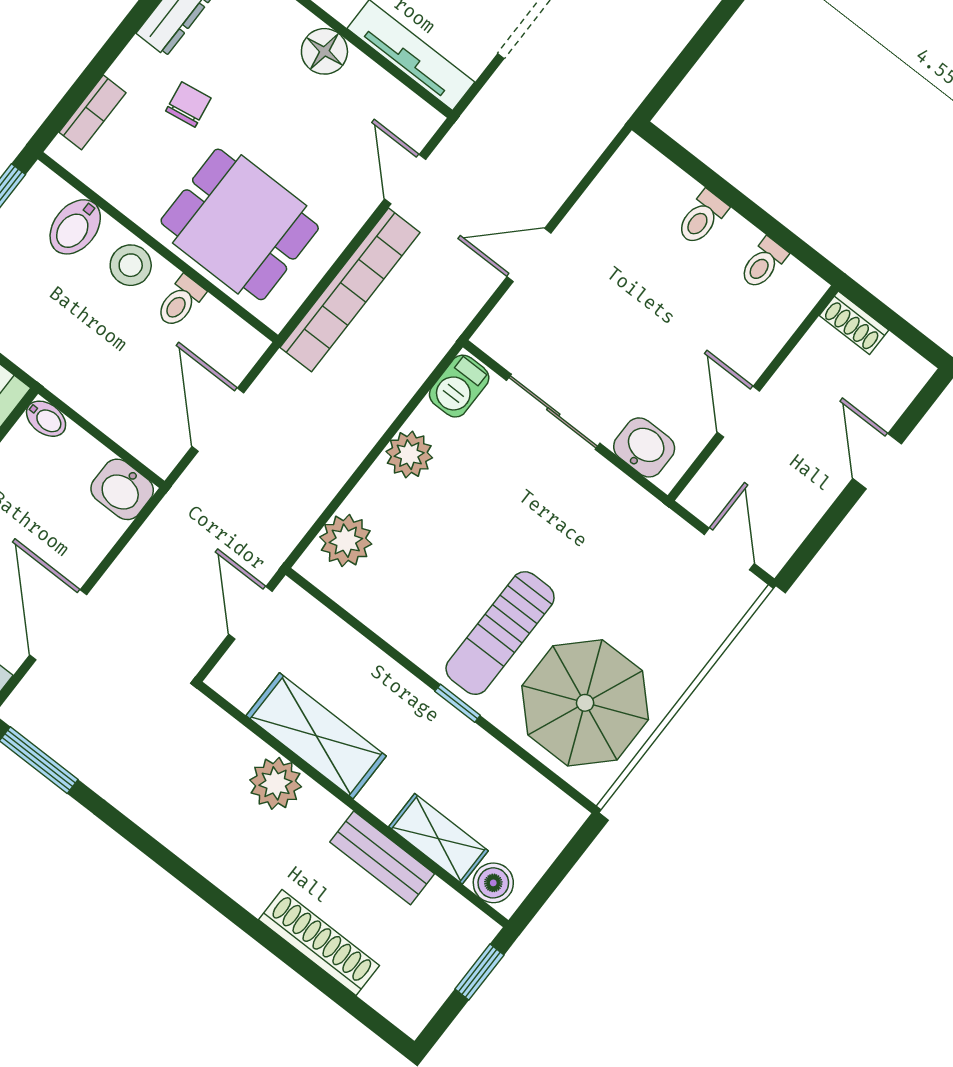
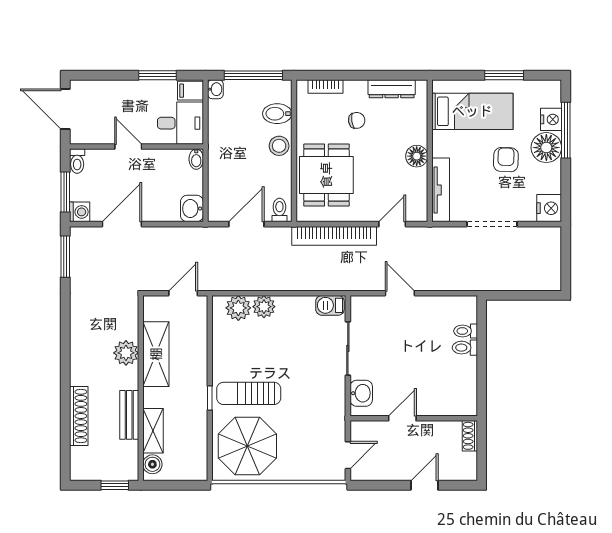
toilet: (763, 263) -> (466, 331), moved
toilet: (180, 302) -> (279, 210), moved, turned 90
plant: (409, 455) -> (264, 307), moved

